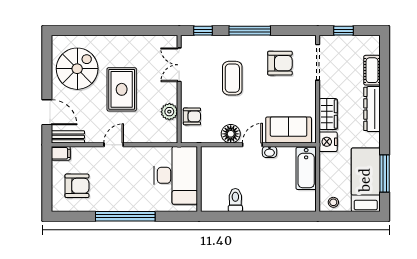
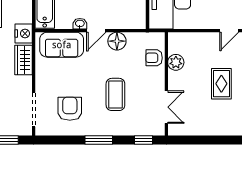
window: (250, 31) -> (99, 140), width x0.69
armchair: (280, 63) -> (70, 109), turned 90
rug: (122, 89) -> (221, 84), width x0.73, depth x0.70

